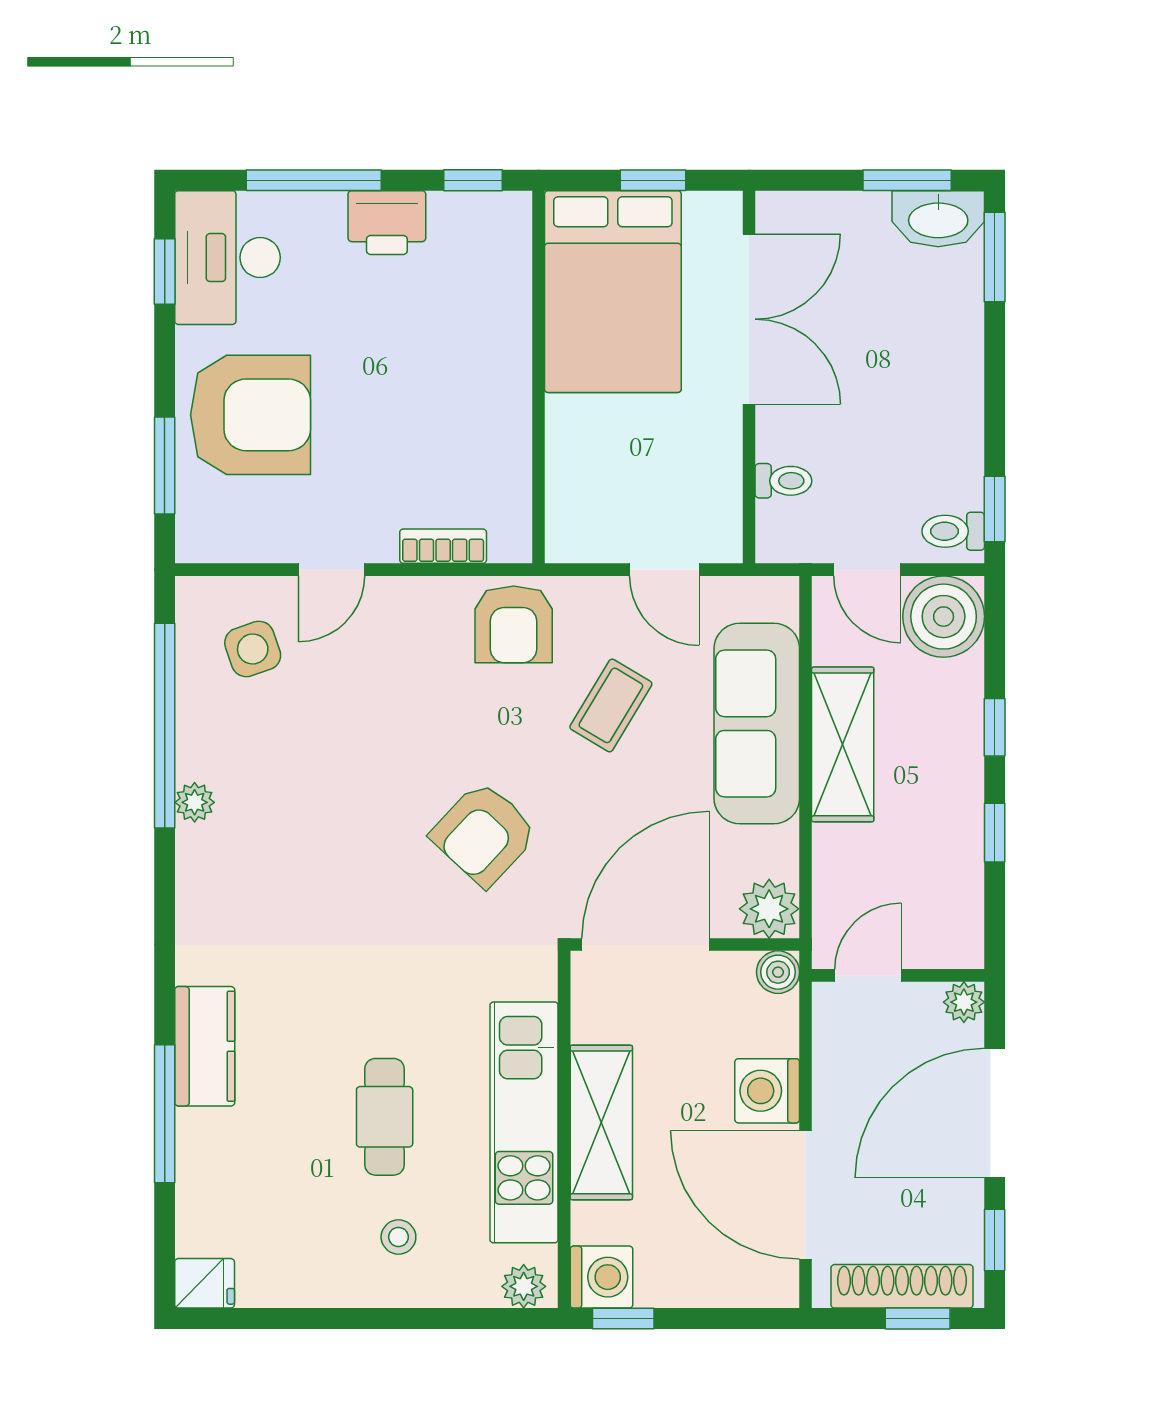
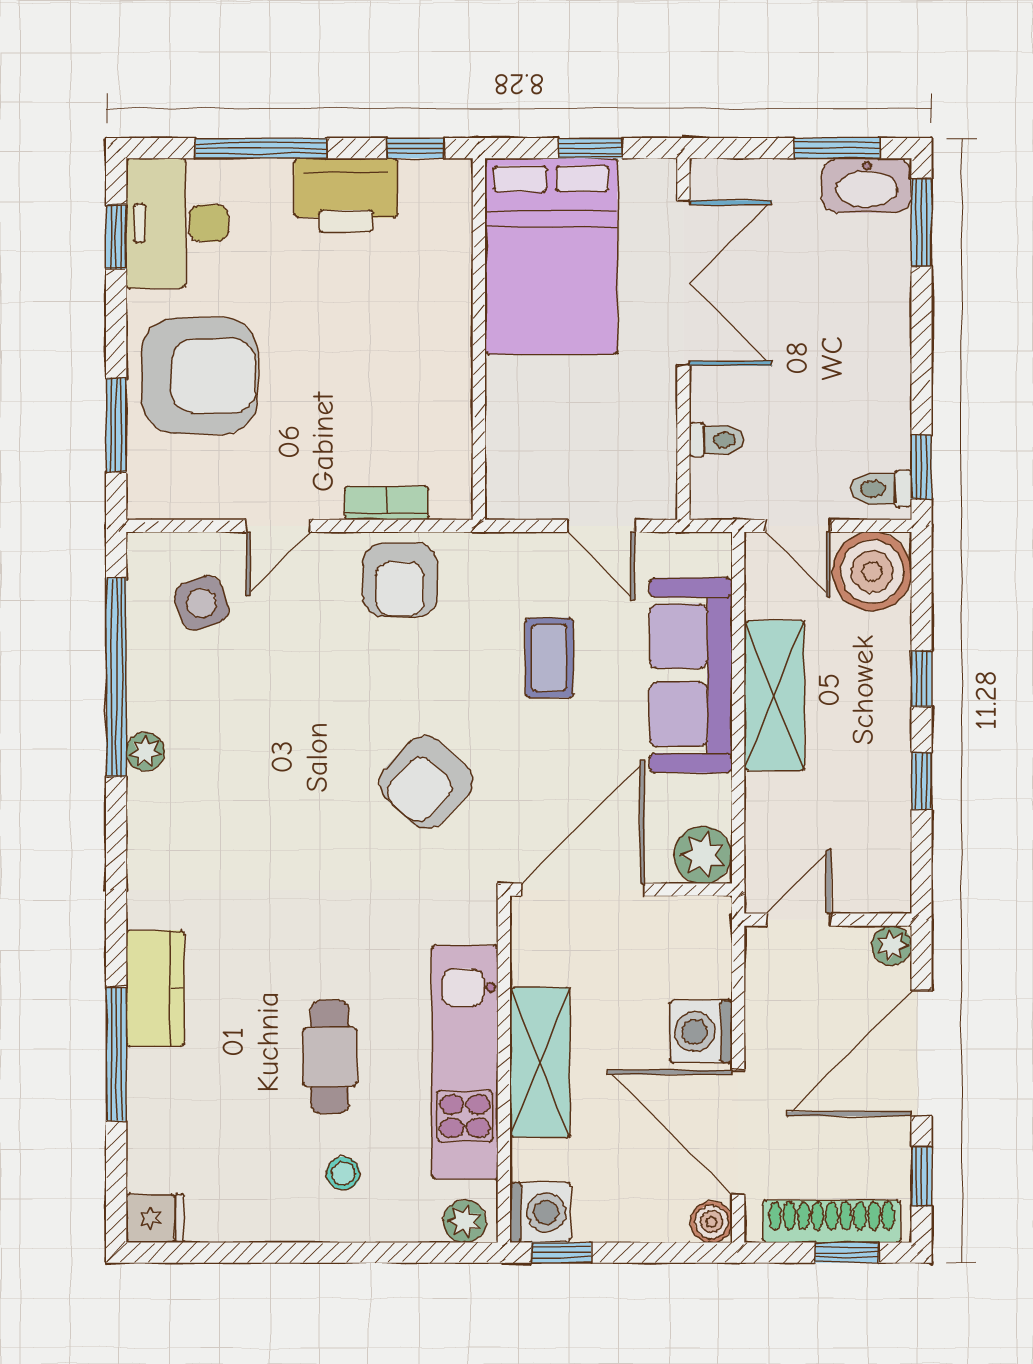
printer: (387, 223) -> (346, 195), width x1.37, depth x1.19
armchair: (514, 624) -> (400, 580), moved
coffee table: (611, 705) -> (549, 658), turned -31
boiler: (778, 972) -> (711, 1222), moved

